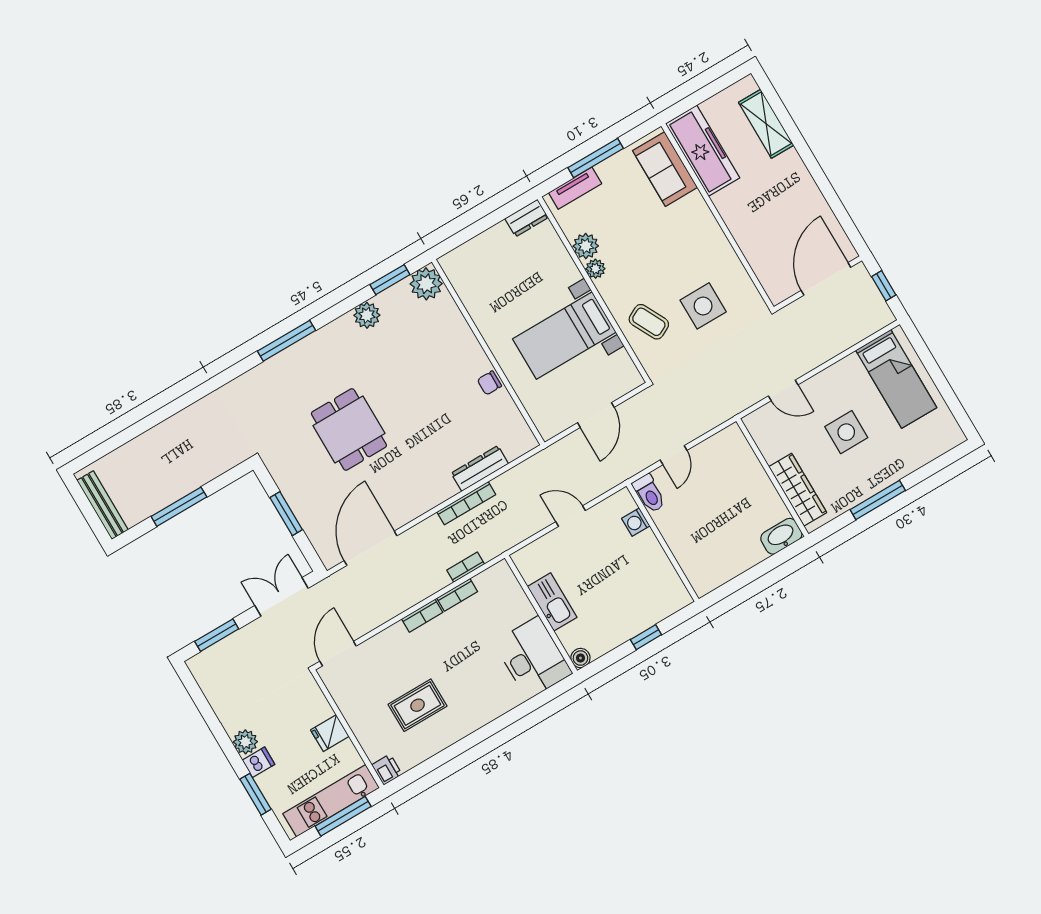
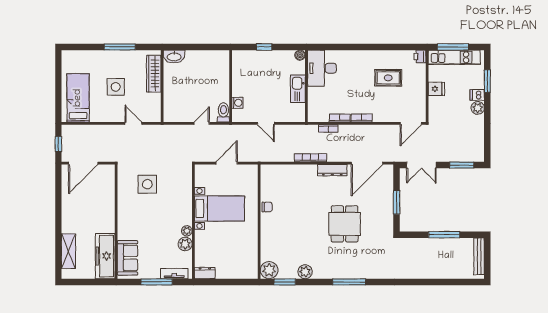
coffee table: (649, 322) -> (177, 192), removed
dresser: (480, 469) -> (332, 170), moved

